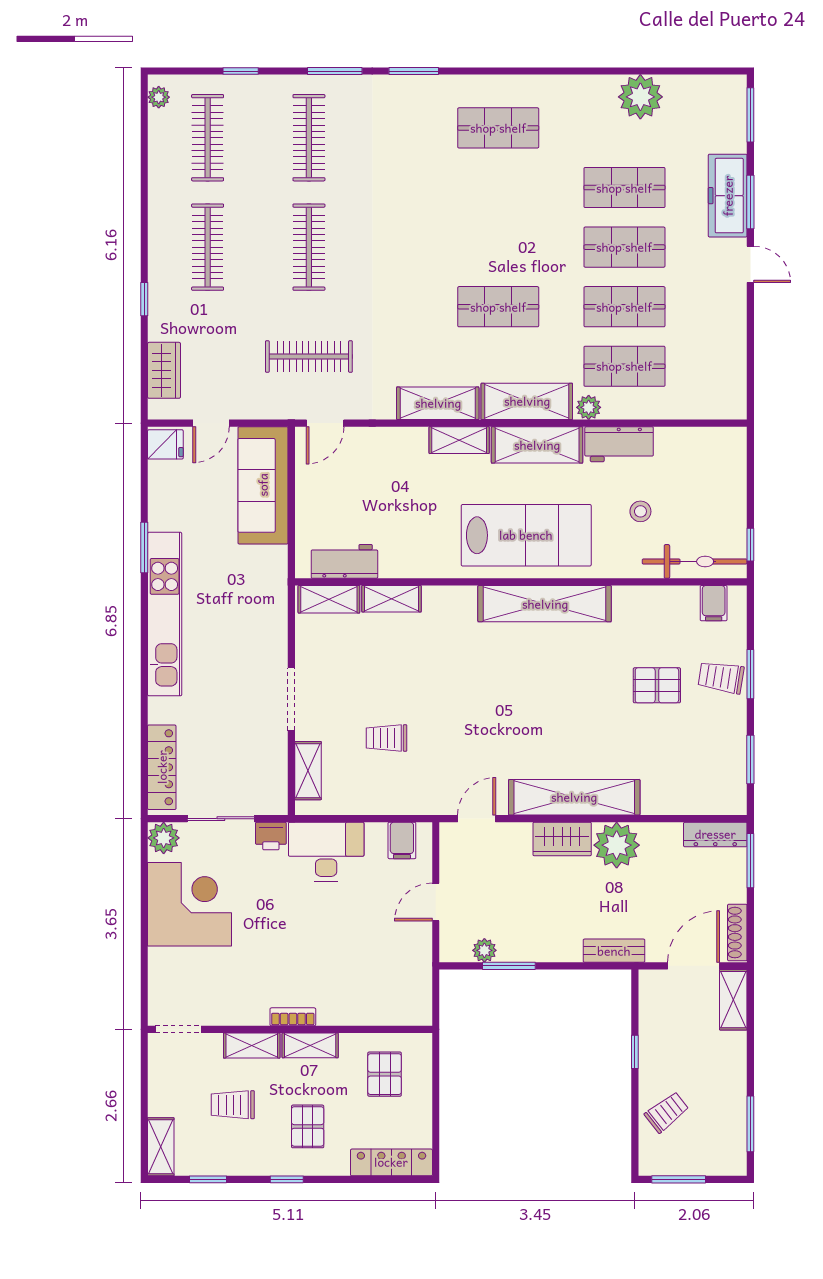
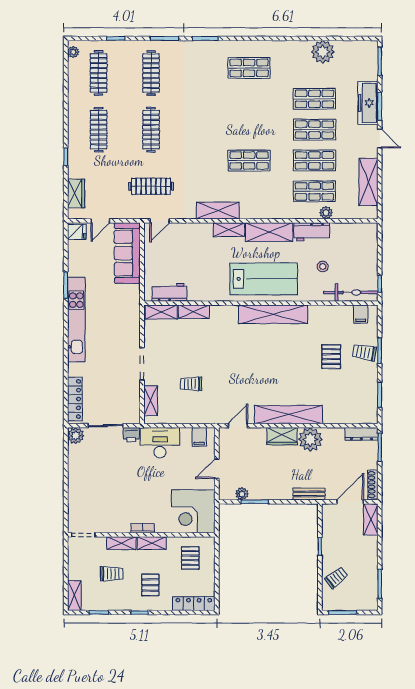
shelving: (527, 401) -> (368, 182), moved, turned 90
plant: (589, 407) -> (326, 213), moved
pallet: (657, 685) -> (331, 357), turned 90
corner desk: (190, 904) -> (193, 511), moved, turned 180
trolley: (233, 1105) -> (112, 574), turned 180

